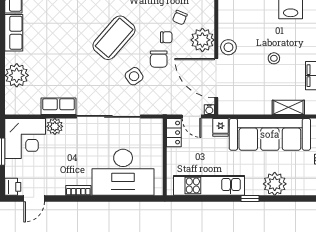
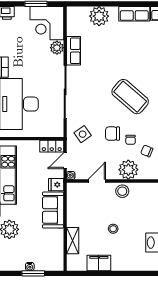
side table: (134, 76) -> (83, 134), moved
door: (216, 78) -> (97, 181), width x0.53
sofa: (270, 134) -> (53, 210), width x0.54, depth x0.79

